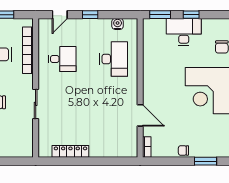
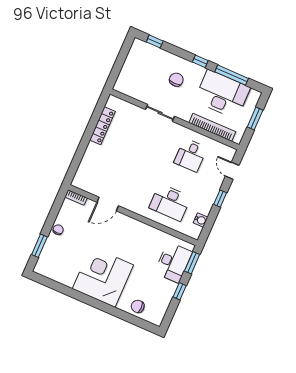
desk: (184, 32) -> (173, 262), moved

